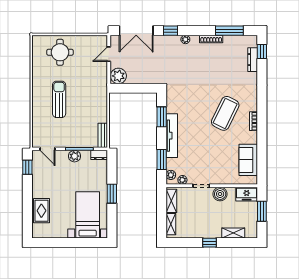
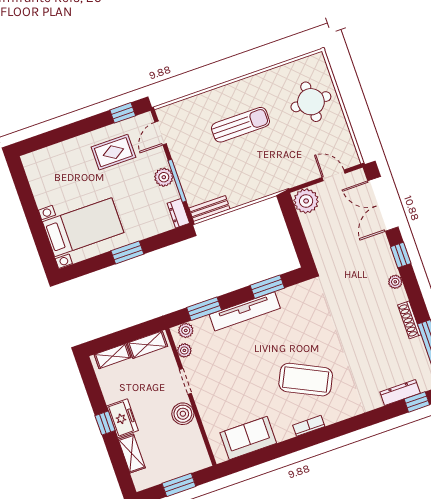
freezer: (247, 194) -> (122, 418), moved, turned 180
rug: (41, 211) -> (113, 152), moved

